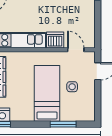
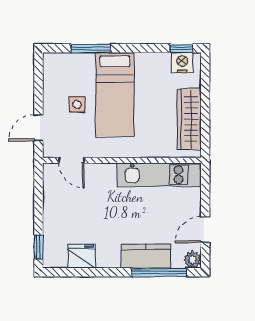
dishwasher: (55, 40) -> (103, 175), removed

